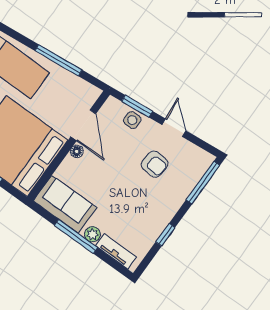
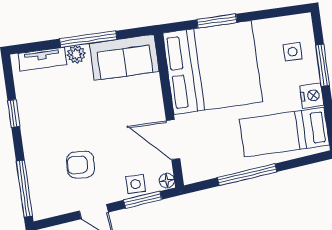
floor lamp: (77, 151) -> (167, 181), moved

